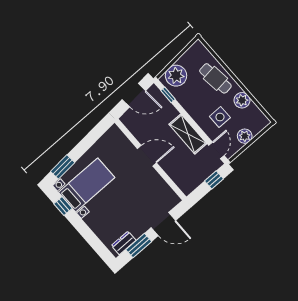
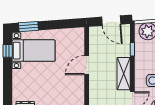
window: (168, 95) -> (132, 49), moved
door: (147, 156) -> (87, 65), swing flipped

